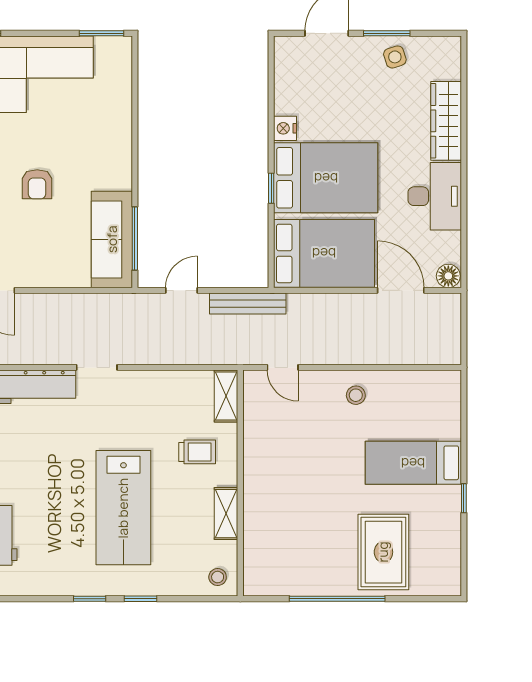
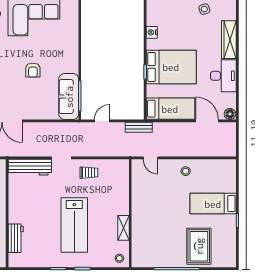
nightstand: (285, 128) -> (152, 32), moved
bed: (324, 253) -> (170, 109), width x0.67
bench: (248, 304) -> (139, 127), width x0.73
shelving: (226, 396) -> (123, 172), removed
trolley: (197, 452) -> (89, 173), moved

